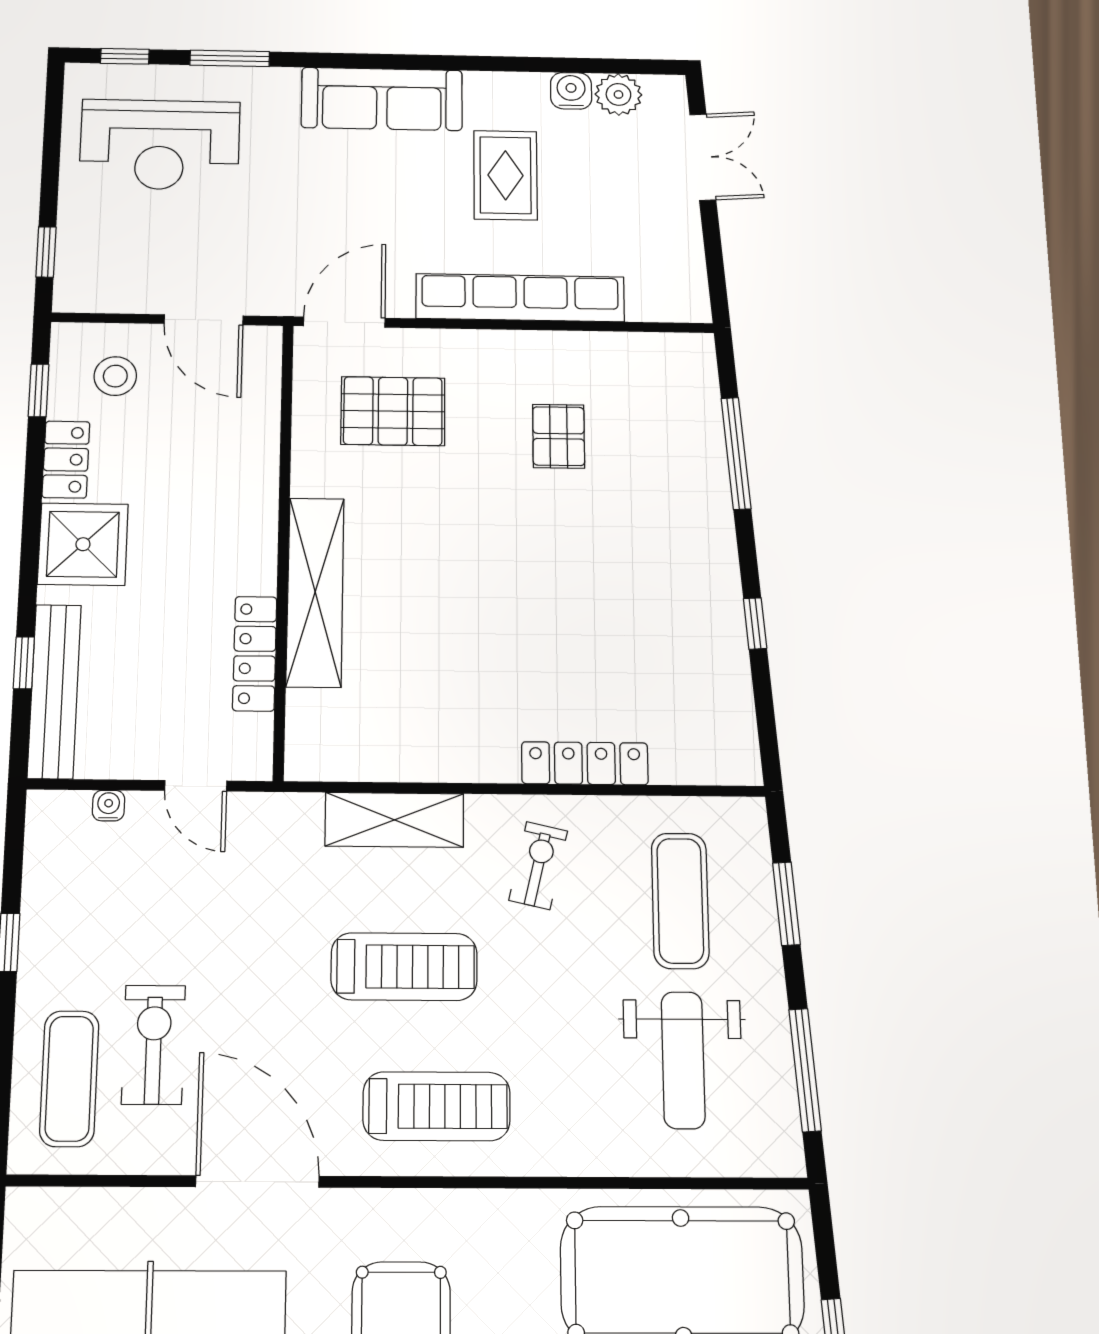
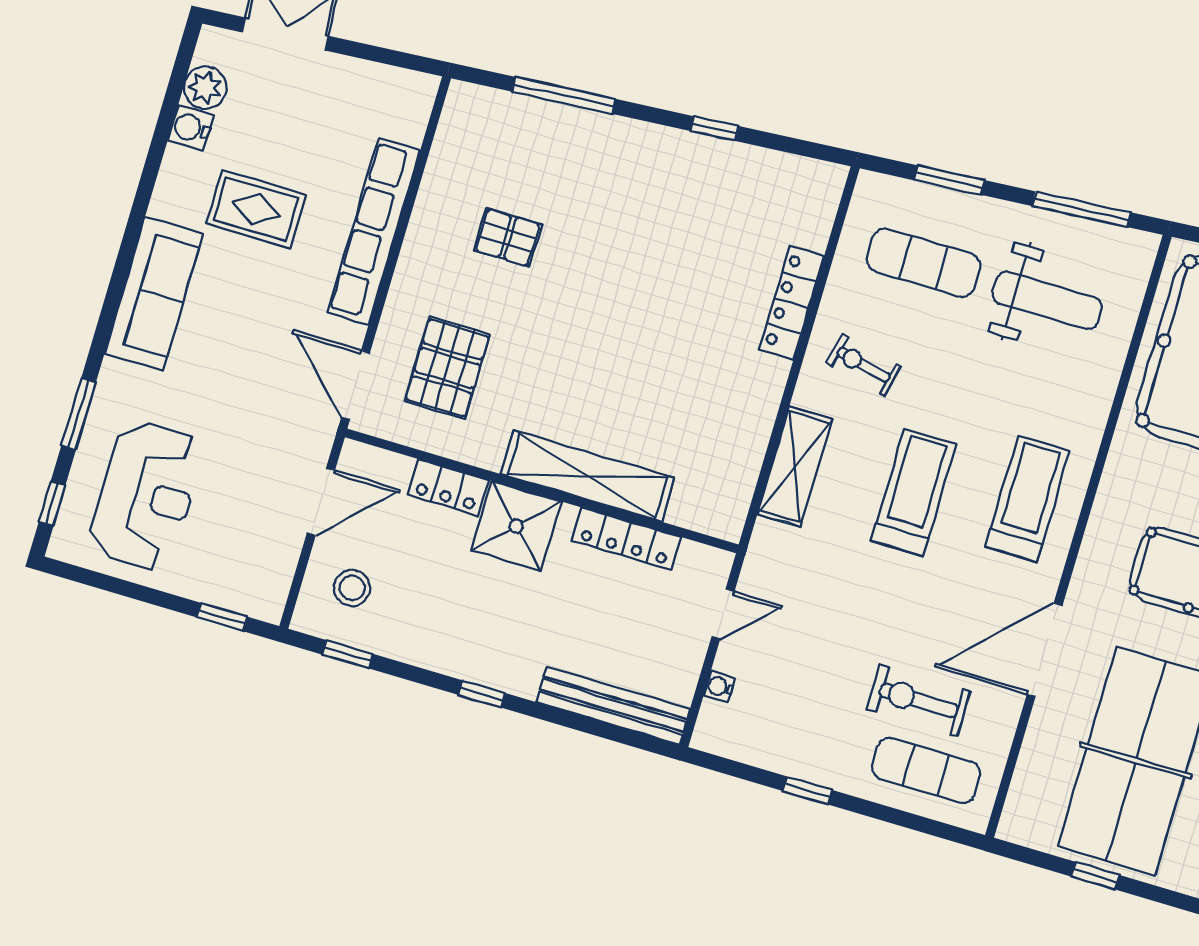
locker: (66, 460) -> (448, 487), moved, turned 180
shower: (83, 544) -> (516, 526), moved
window: (24, 663) -> (482, 694), moved

